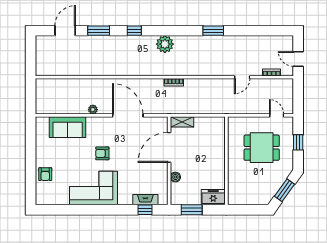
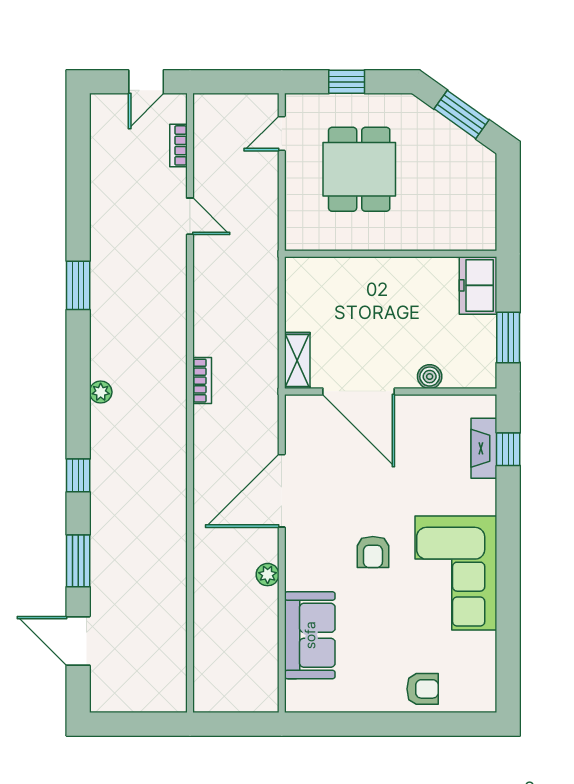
plant: (165, 44) -> (101, 392), width x0.53, depth x0.53

